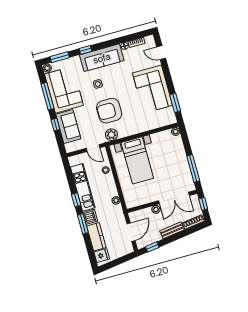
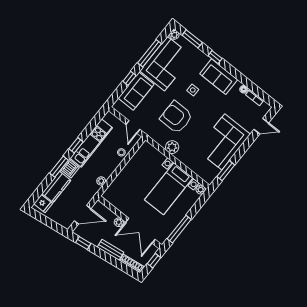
door: (161, 53) -> (261, 126), swing flipped
sofa: (102, 58) -> (219, 77), width x0.73
plant: (111, 135) -> (172, 147), moved
bed with nightstands: (137, 160) -> (169, 189), moved

